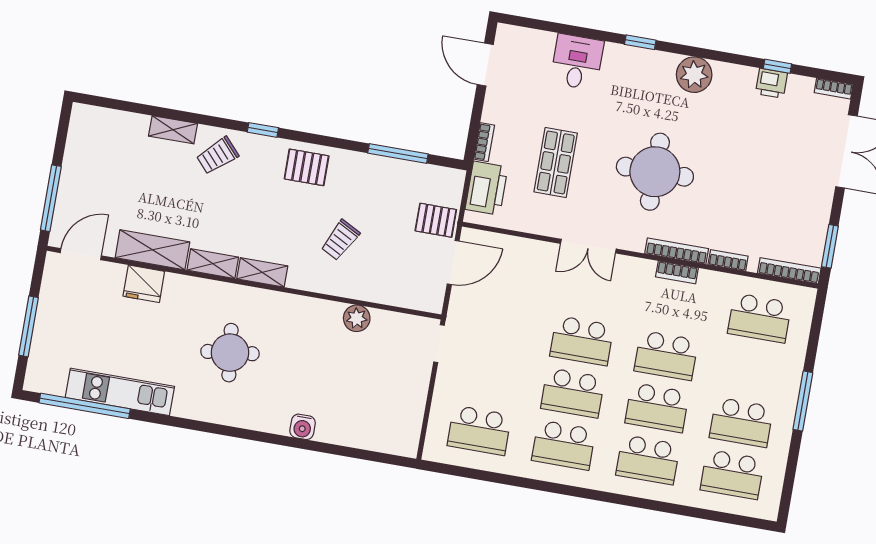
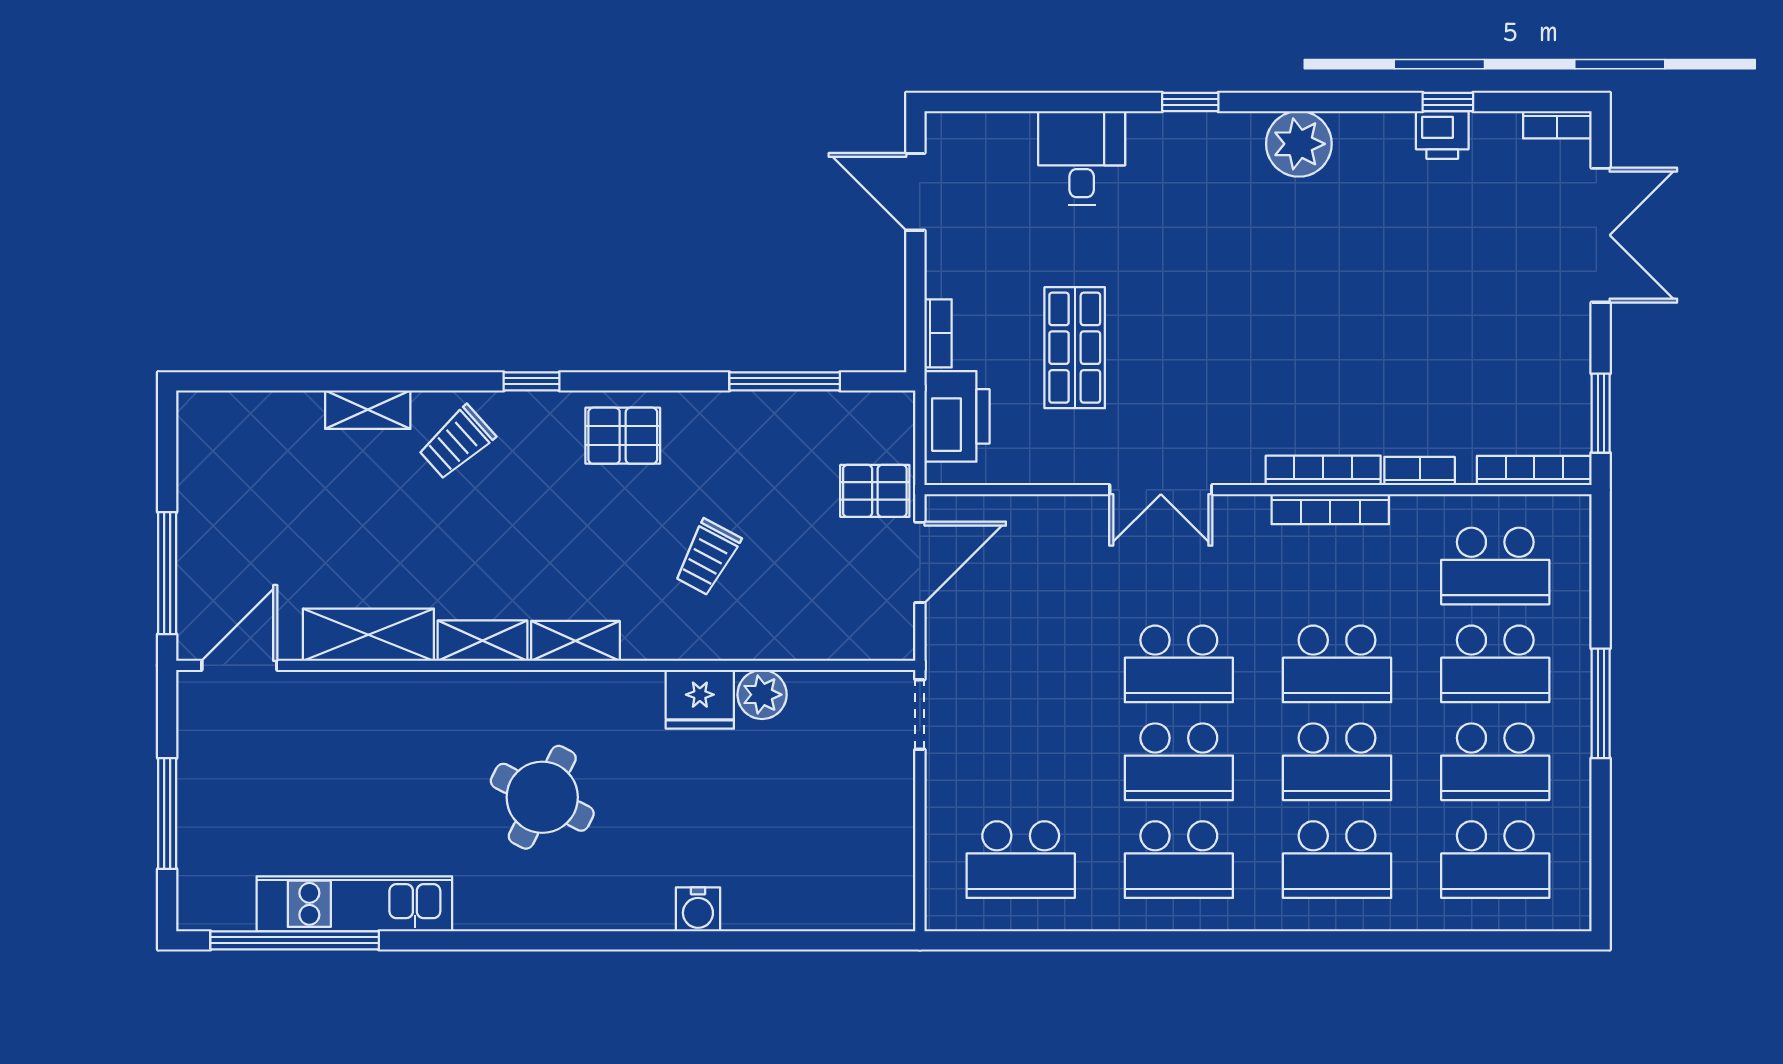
round table: (655, 172) -> (1258, 333), removed
bookcase: (677, 272) -> (1330, 509), width x1.56
fridge: (144, 284) -> (700, 699), moved
round table: (230, 353) -> (542, 797), turned 34
school desk: (750, 370) -> (1495, 664), added

